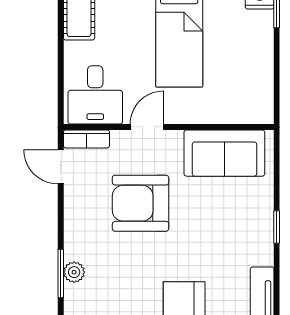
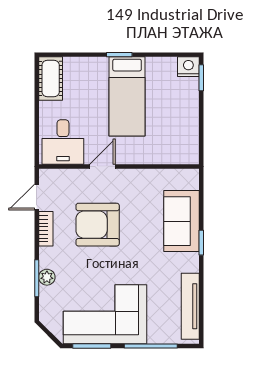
bookcase: (86, 139) -> (46, 229), moved, turned -90
sofa: (224, 153) -> (182, 221), moved, turned 90
door: (61, 167) -> (37, 197), hinge flipped

